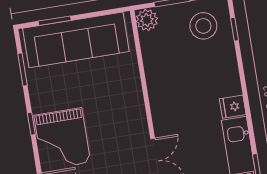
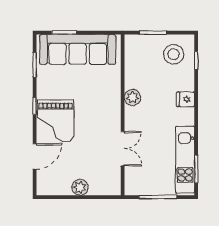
plant: (147, 20) -> (132, 97), moved
fridge: (233, 107) -> (186, 99), moved

